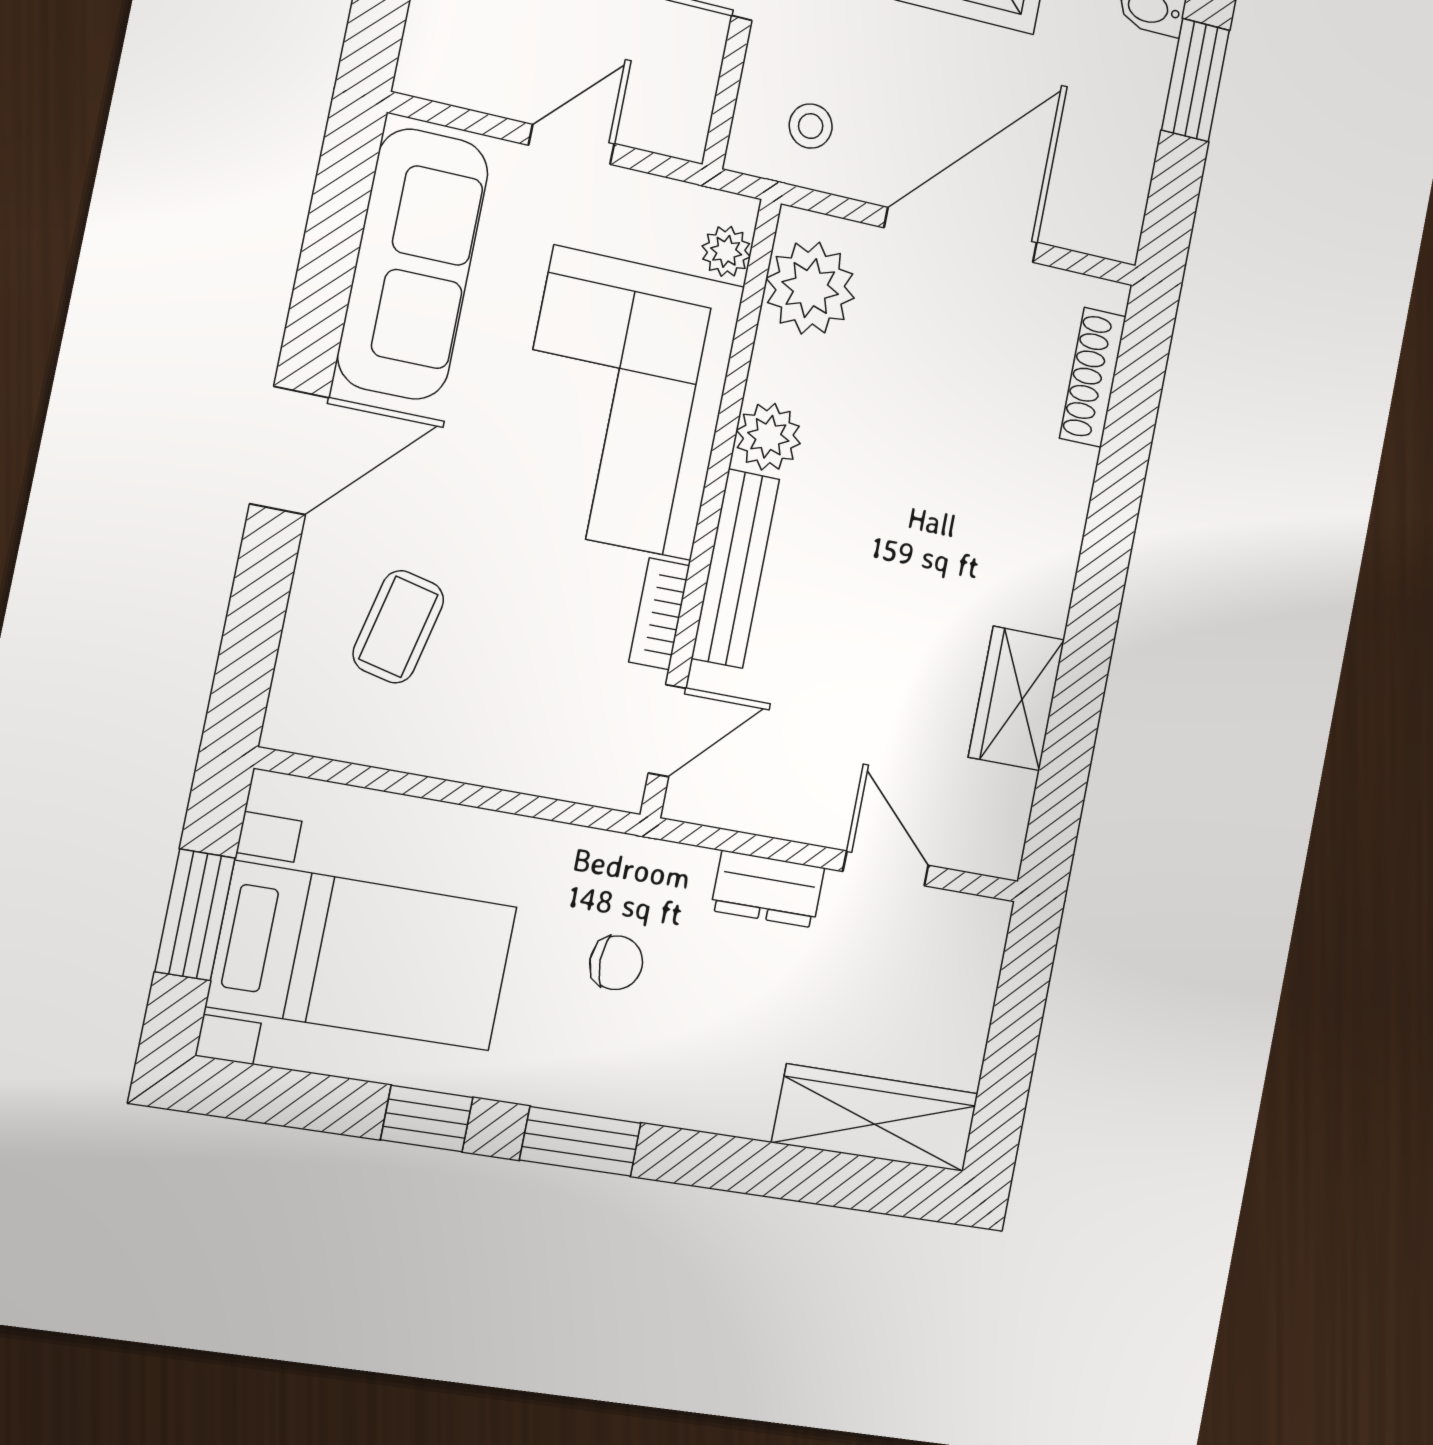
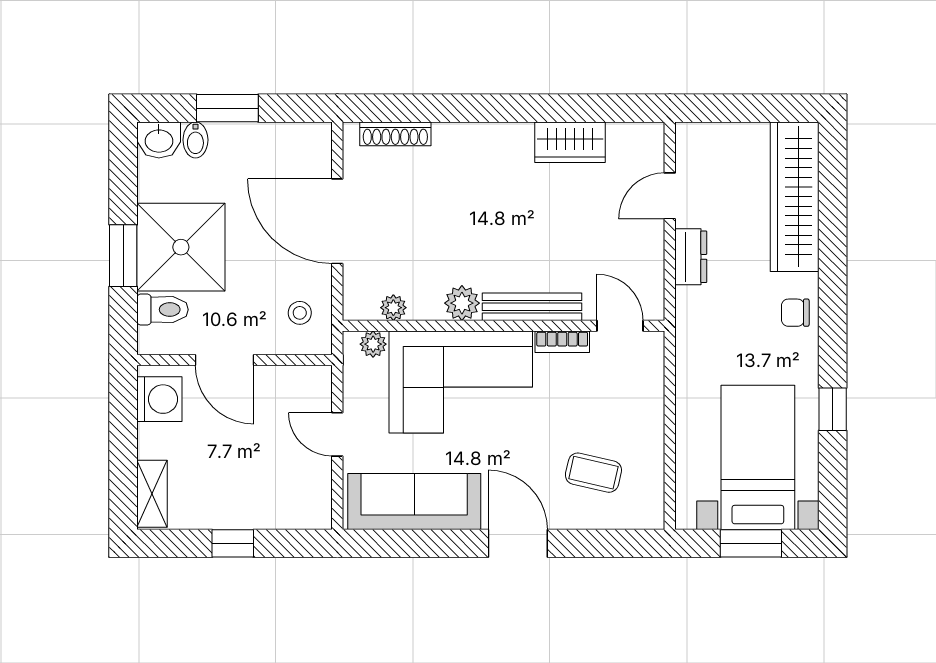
plant: (810, 288) -> (393, 308), width x0.53, depth x0.53
chair: (616, 963) -> (795, 313), moved, turned -90
wardrobe: (875, 1118) -> (795, 197), width x1.40, depth x1.17
window: (580, 1141) -> (833, 329), removed

